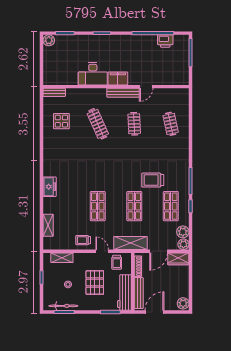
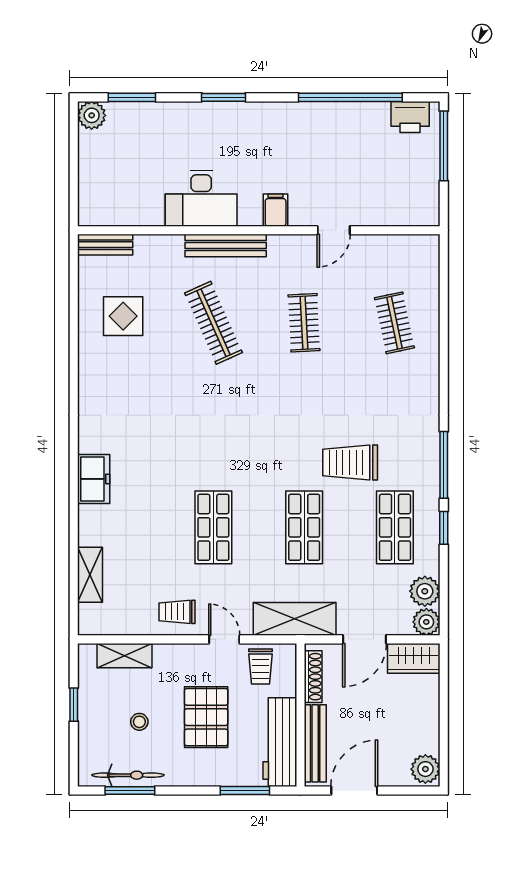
printer: (165, 41) -> (410, 117), moved
filing cabinet: (118, 78) -> (276, 210), width x0.50
bench: (123, 93) -> (226, 245), moved

